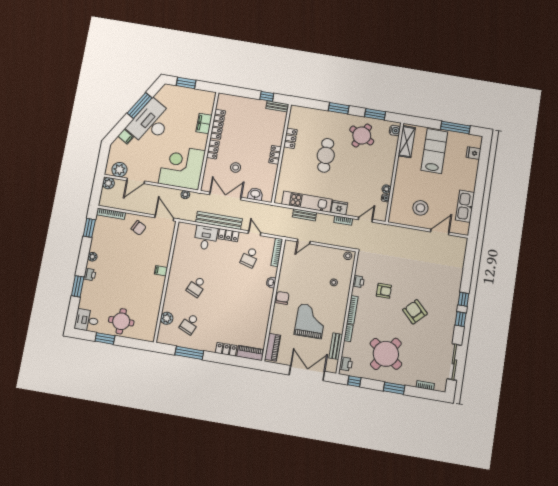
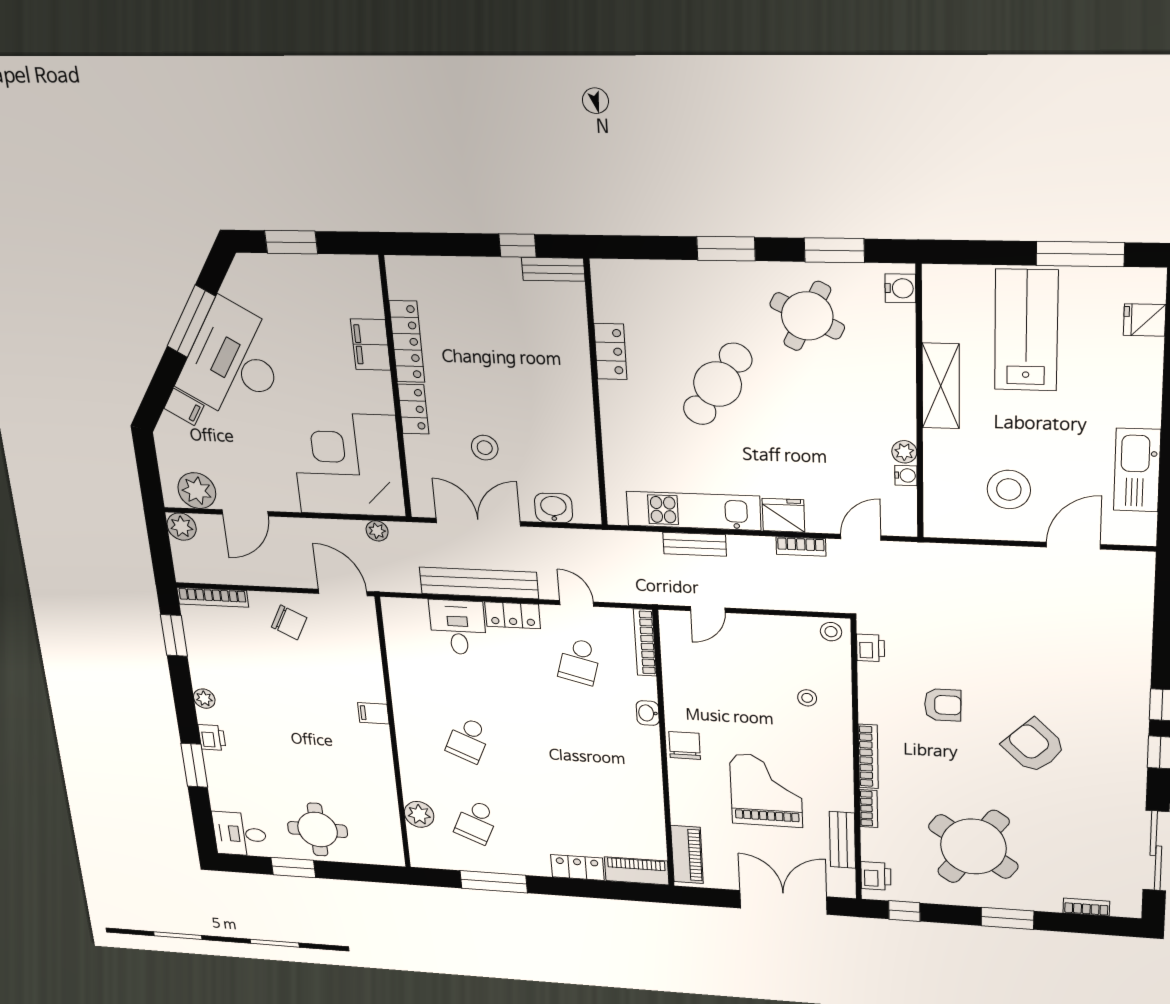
shelving: (407, 142) -> (941, 386), moved
locker: (275, 155) -> (580, 401), removed
cafe table: (326, 155) -> (718, 384), turned 34
printer: (358, 282) -> (871, 648), moved

